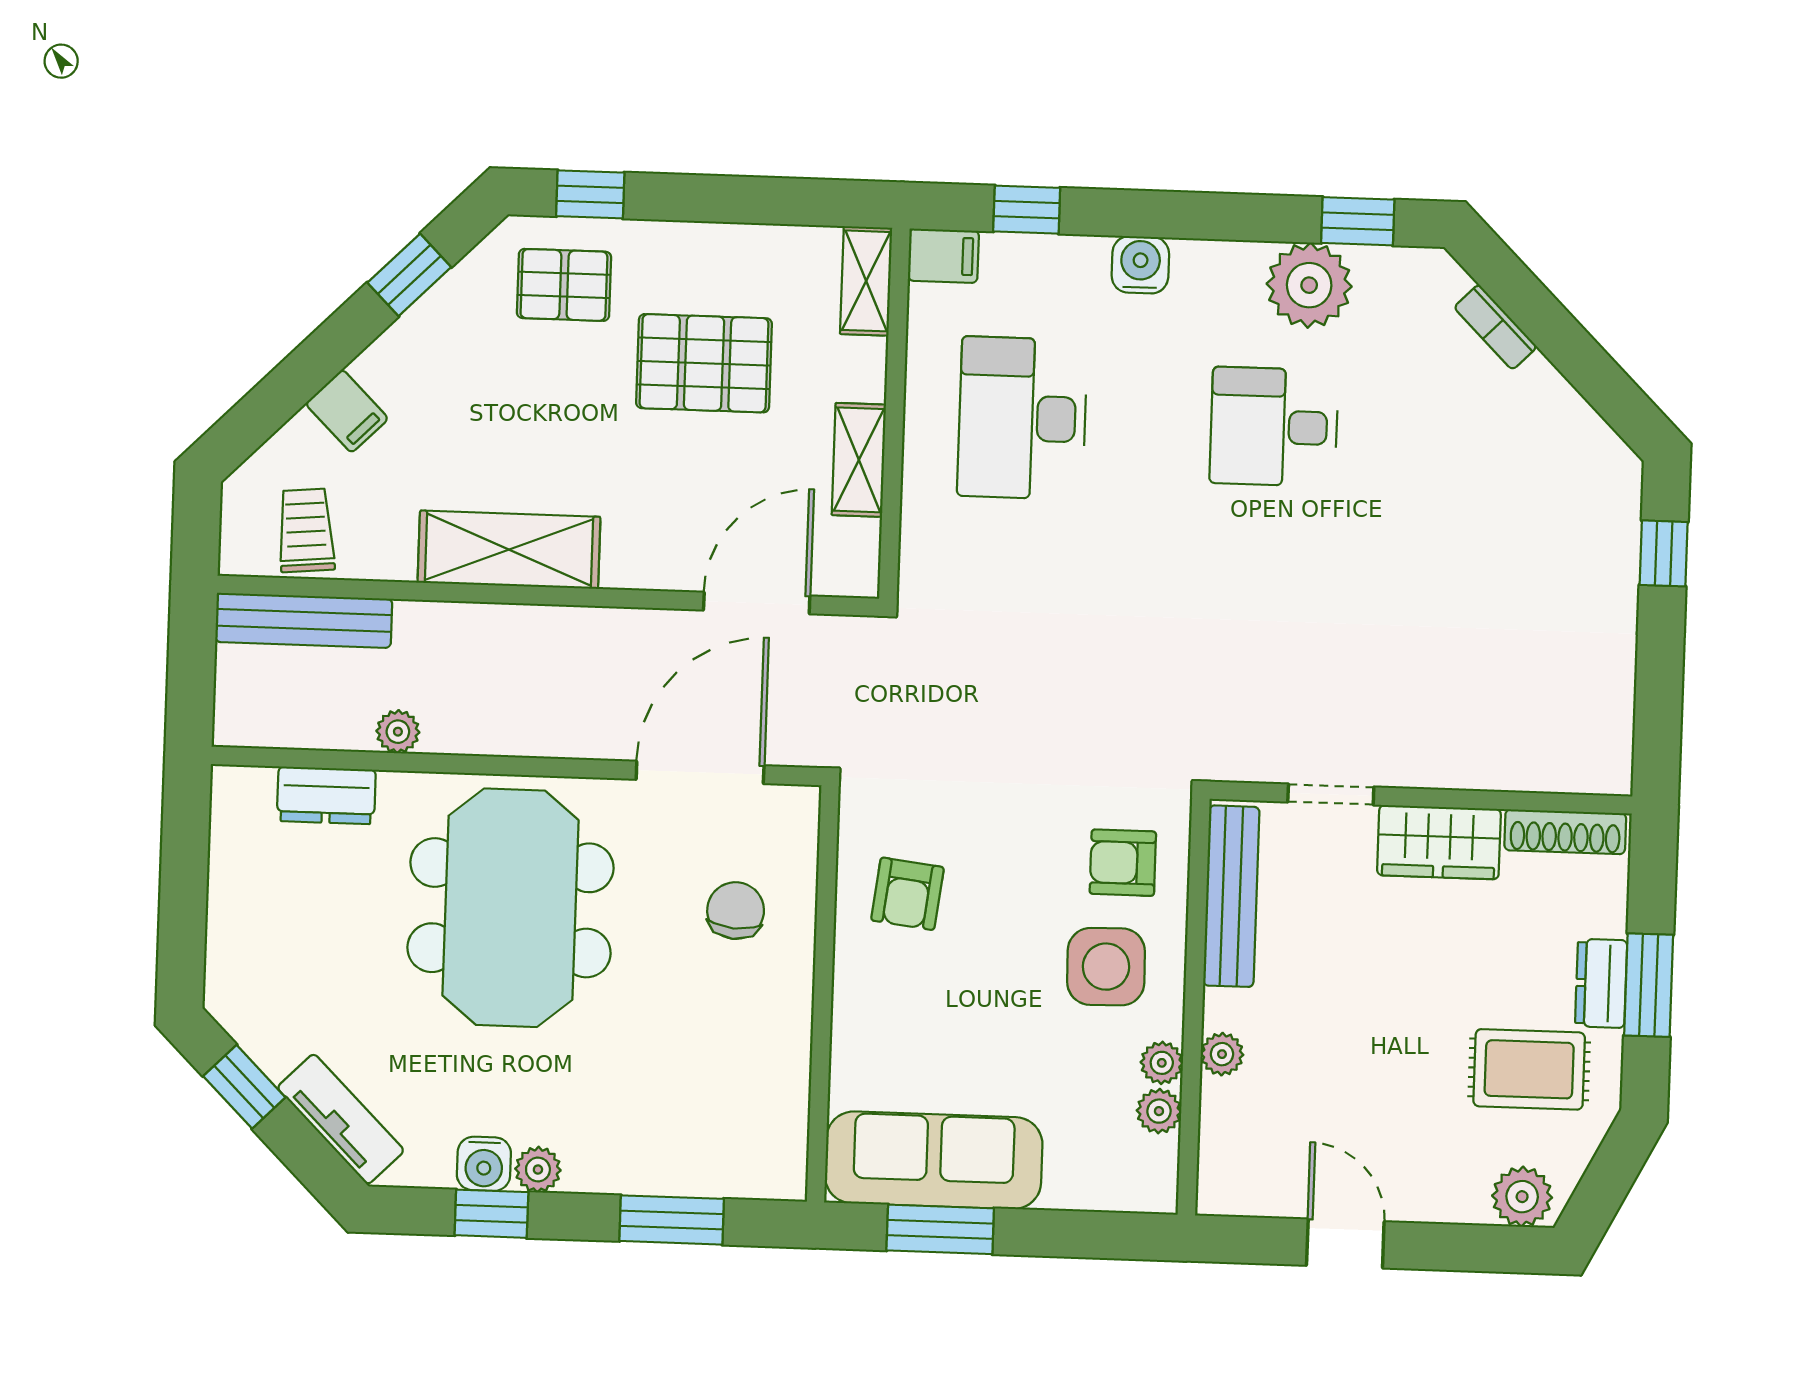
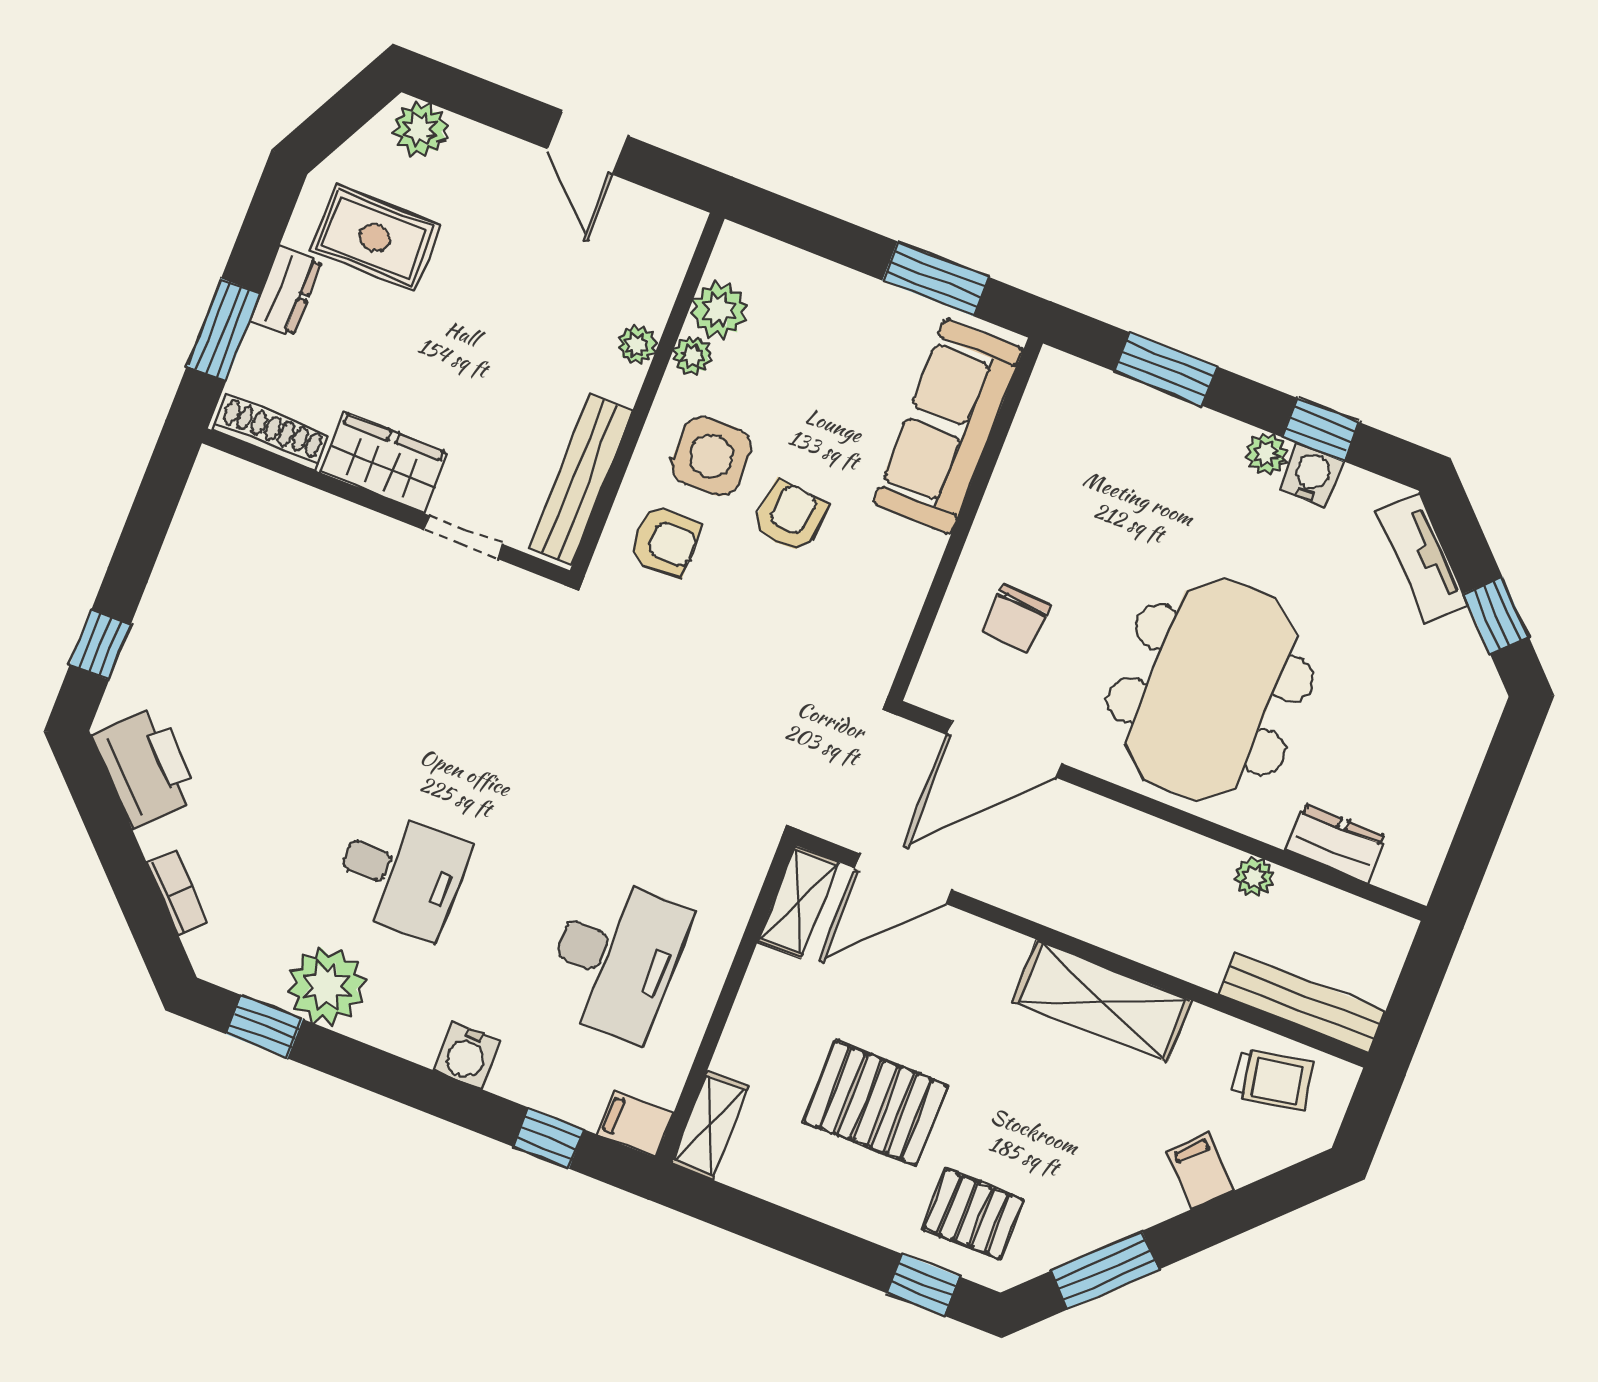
window: (409, 275) -> (1105, 1270), width x1.50
printer: (1573, 444) -> (146, 767), added
shelving: (859, 460) -> (798, 902), moved
trolley: (306, 530) -> (1272, 1080), turned -95
armchair: (907, 894) -> (789, 517), moved
window: (1649, 985) -> (224, 330), moved
plant: (1159, 1111) -> (719, 310), width x1.38, depth x1.38
sofa: (934, 1160) -> (948, 426), moved, turned 90

